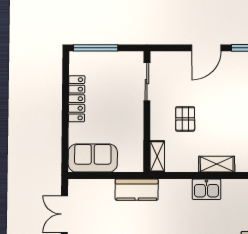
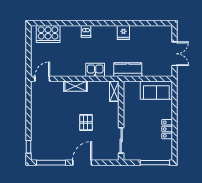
locker: (77, 99) -> (167, 129), width x0.66
pallet: (185, 119) -> (86, 122), moved
kitchen sink: (206, 189) -> (95, 70), moved

